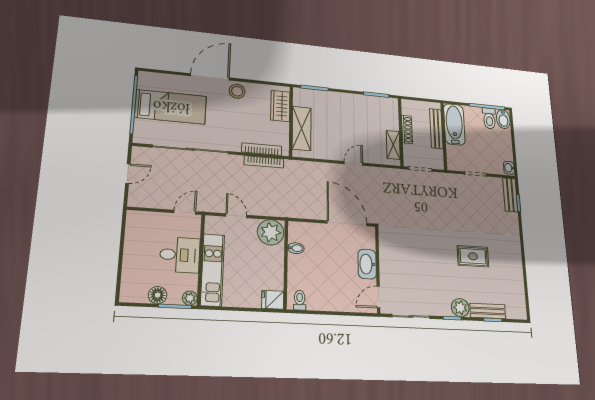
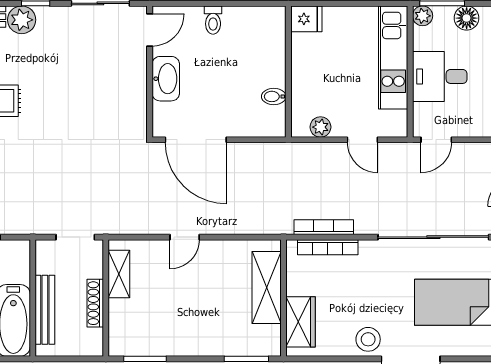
plant: (271, 232) -> (320, 127), width x0.53, depth x0.53
toilet: (300, 300) -> (213, 20), moved

